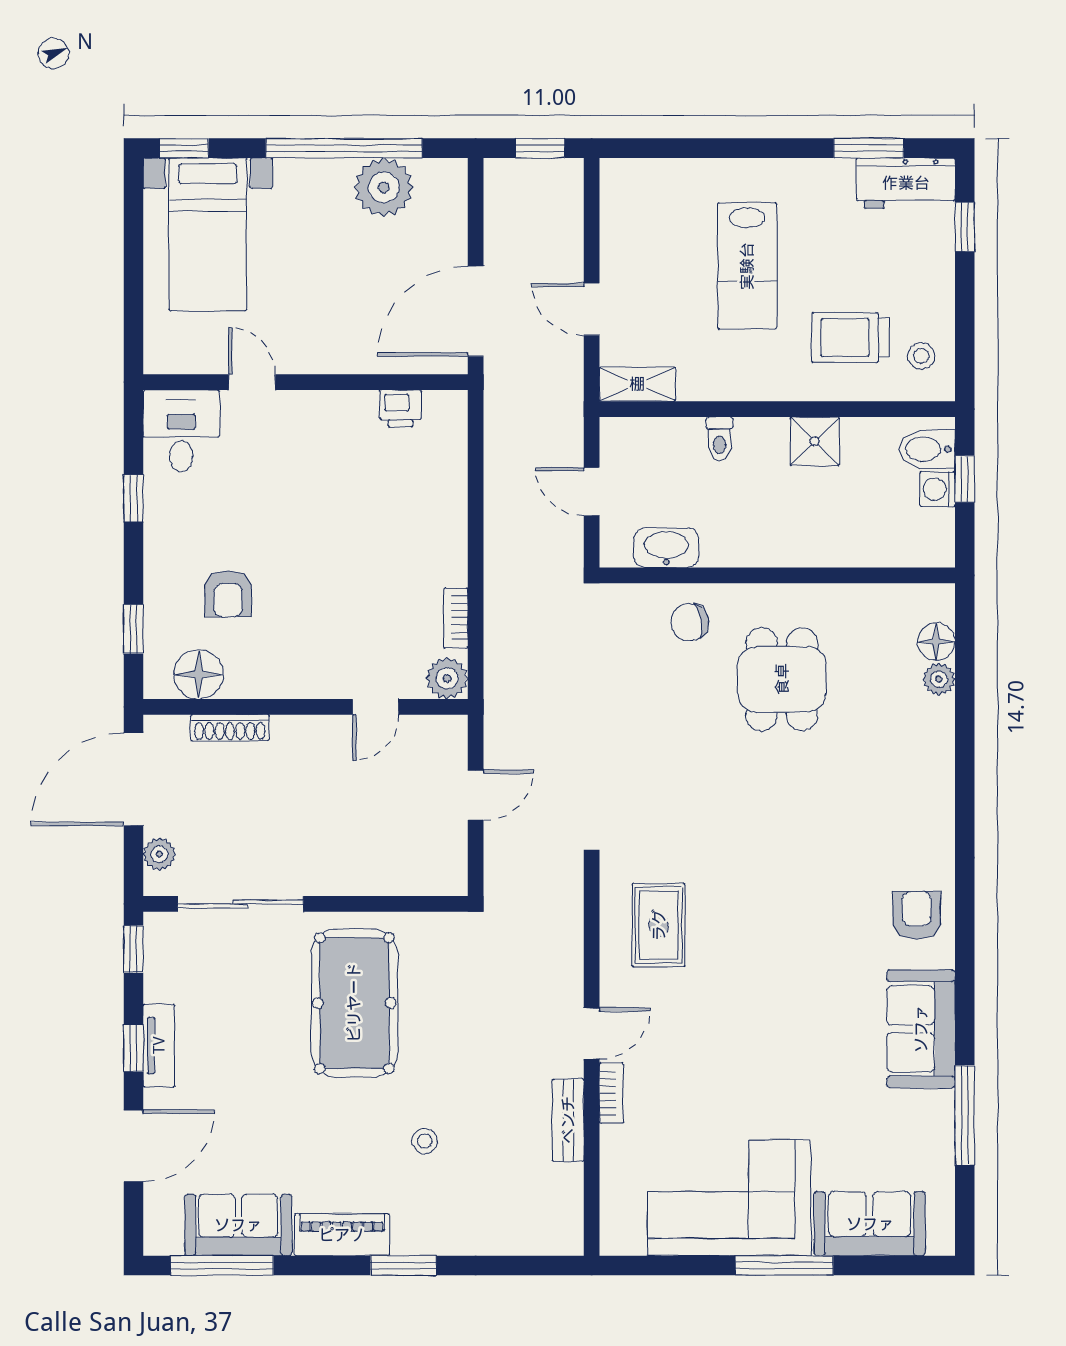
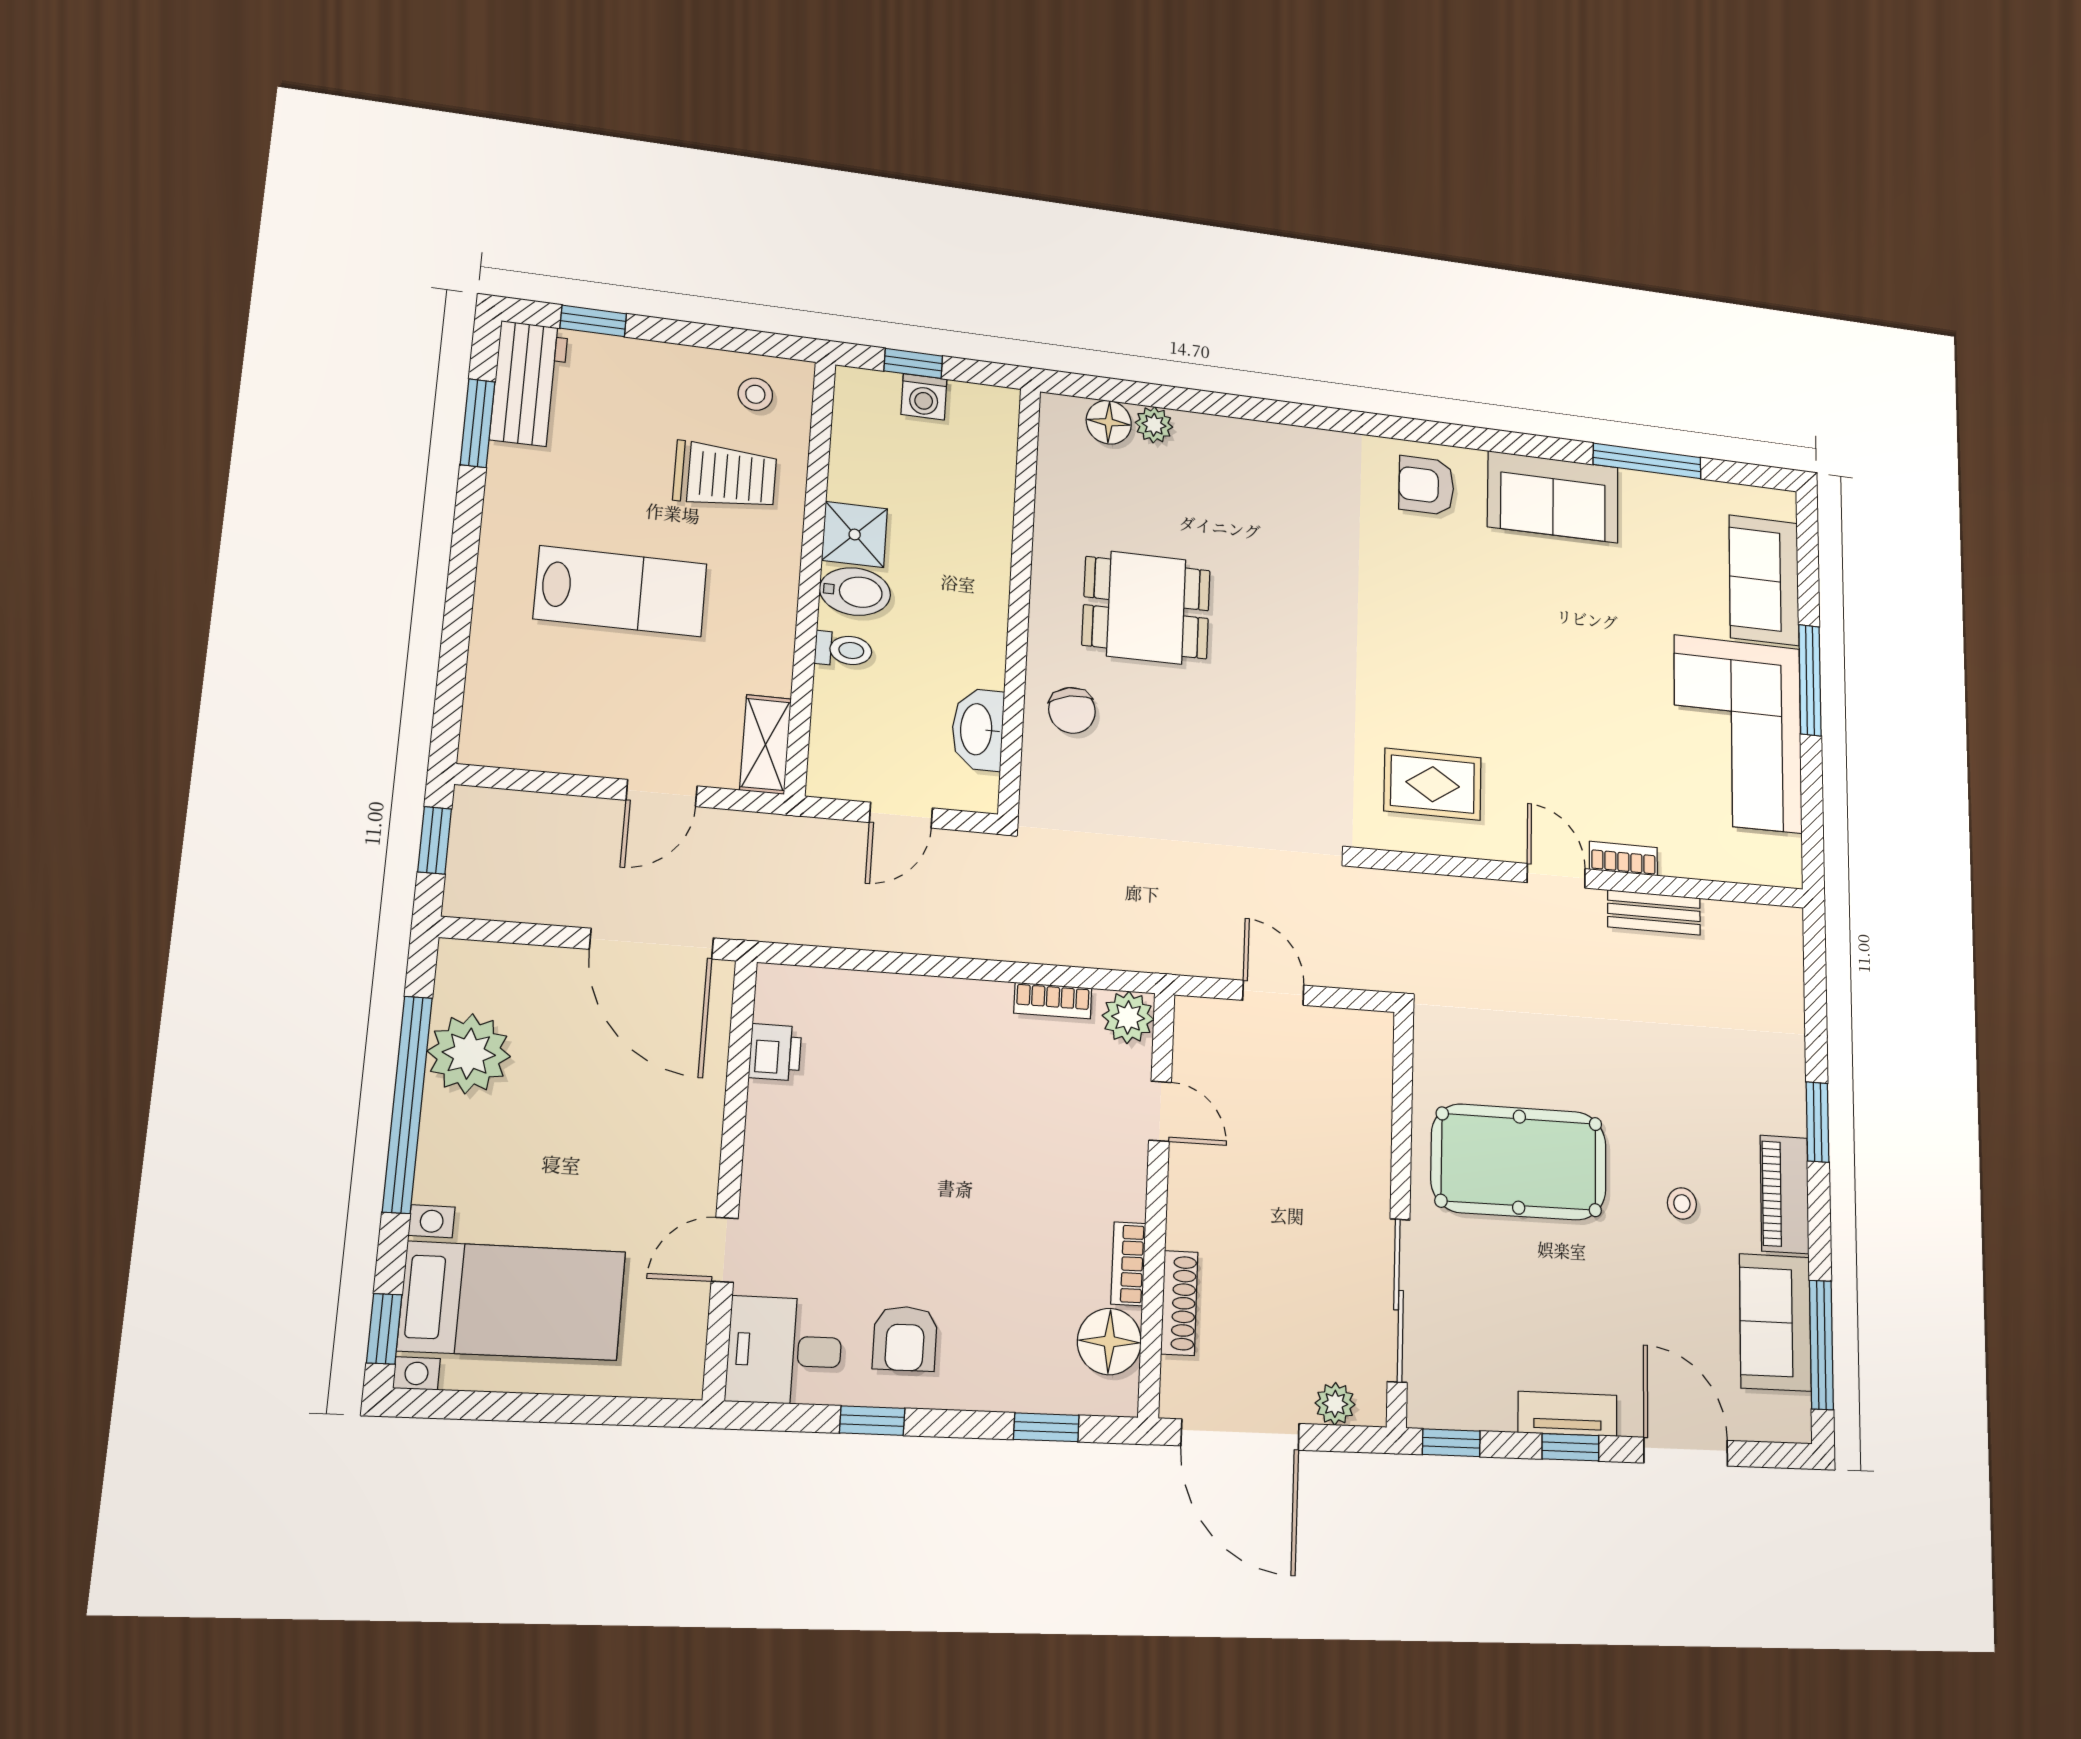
trolley: (850, 337) -> (725, 476), turned -90
bidet: (927, 449) -> (855, 592), moved, turned -90
armchair: (228, 594) -> (905, 1339), moved, turned 90
bookcase: (258, 687) -> (1128, 1264), added
stool: (425, 1141) -> (1682, 1204), moved

